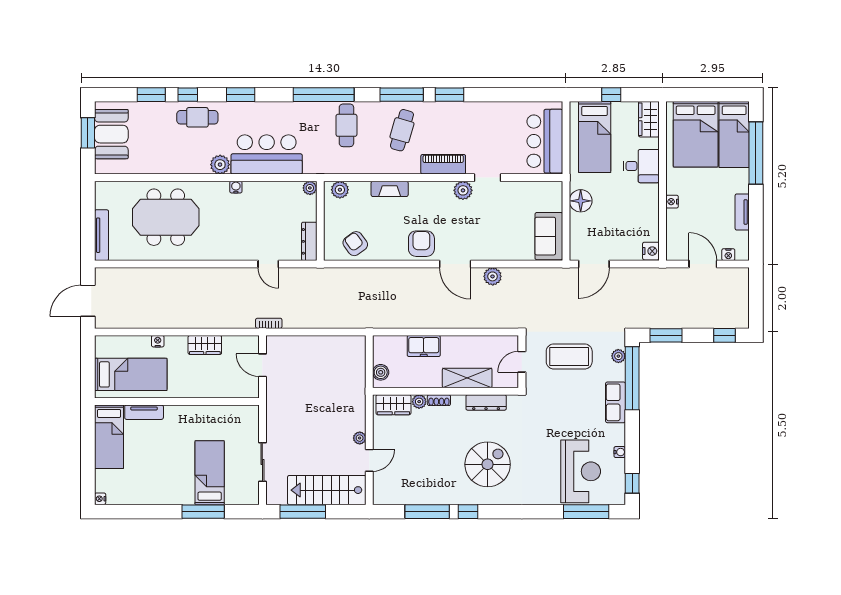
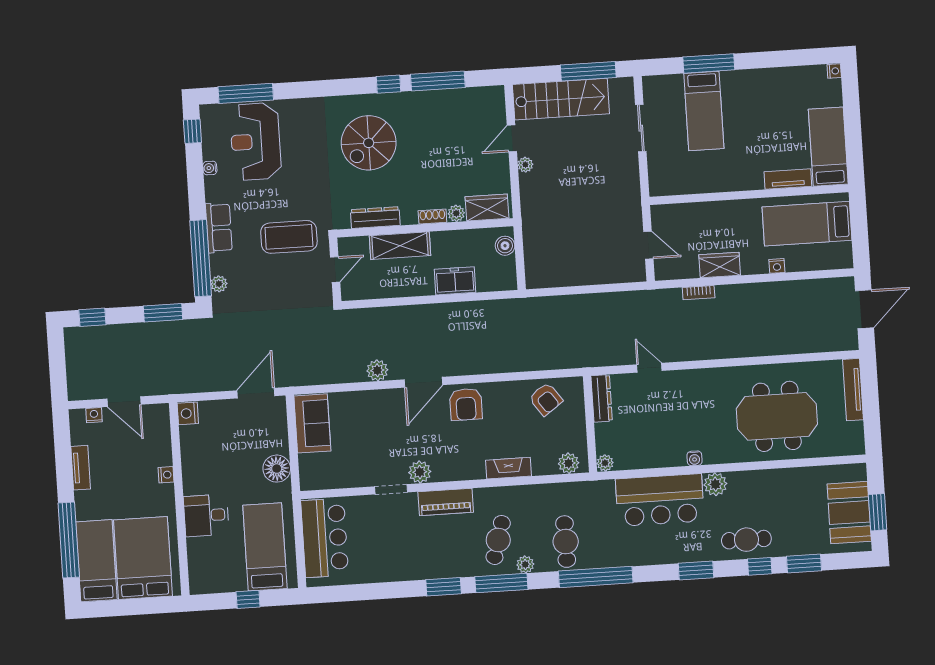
plant: (381, 109) -> (525, 564), added
wardrobe: (649, 119) -> (201, 573), removed
door: (455, 264) -> (423, 382), swing flipped
bookcase: (269, 323) -> (699, 293), moved
coffee table: (569, 356) -> (289, 237), moved

